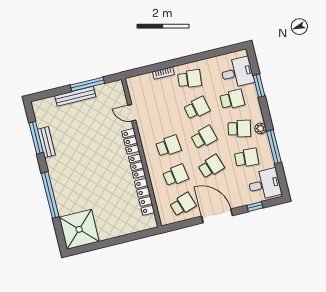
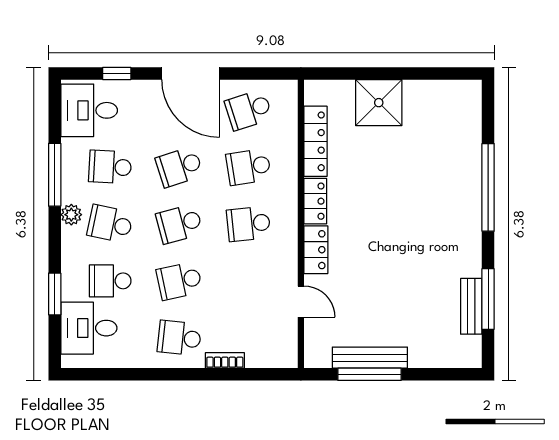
bench: (75, 96) -> (370, 358), moved
bench: (46, 142) -> (471, 306), moved
shower: (79, 229) -> (379, 103), moved, width x0.73, depth x0.73

